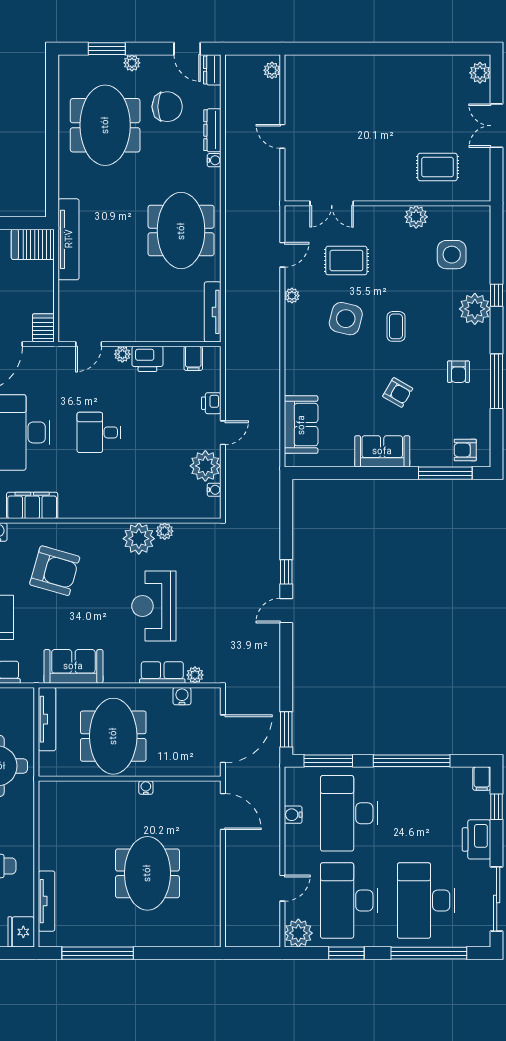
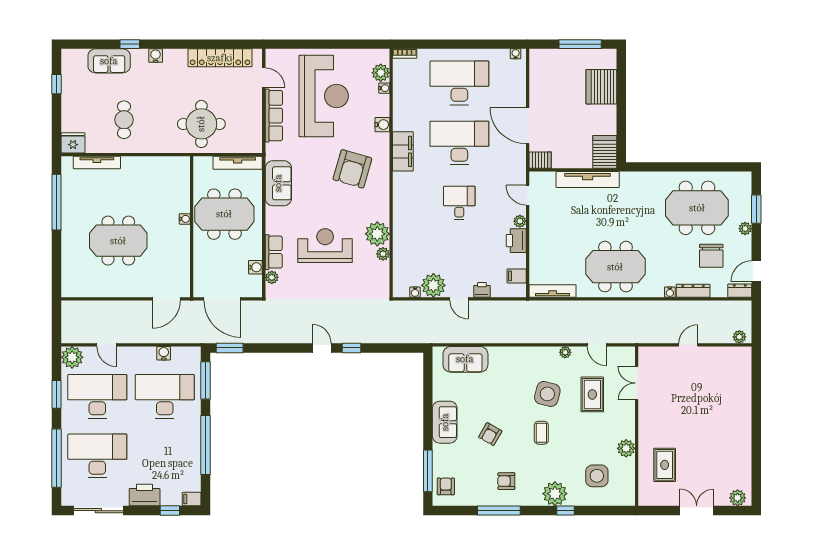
tv unit: (69, 239) -> (588, 180), moved
coffee table: (396, 326) -> (541, 433), turned 90
water cooler: (146, 787) -> (185, 219), moved

